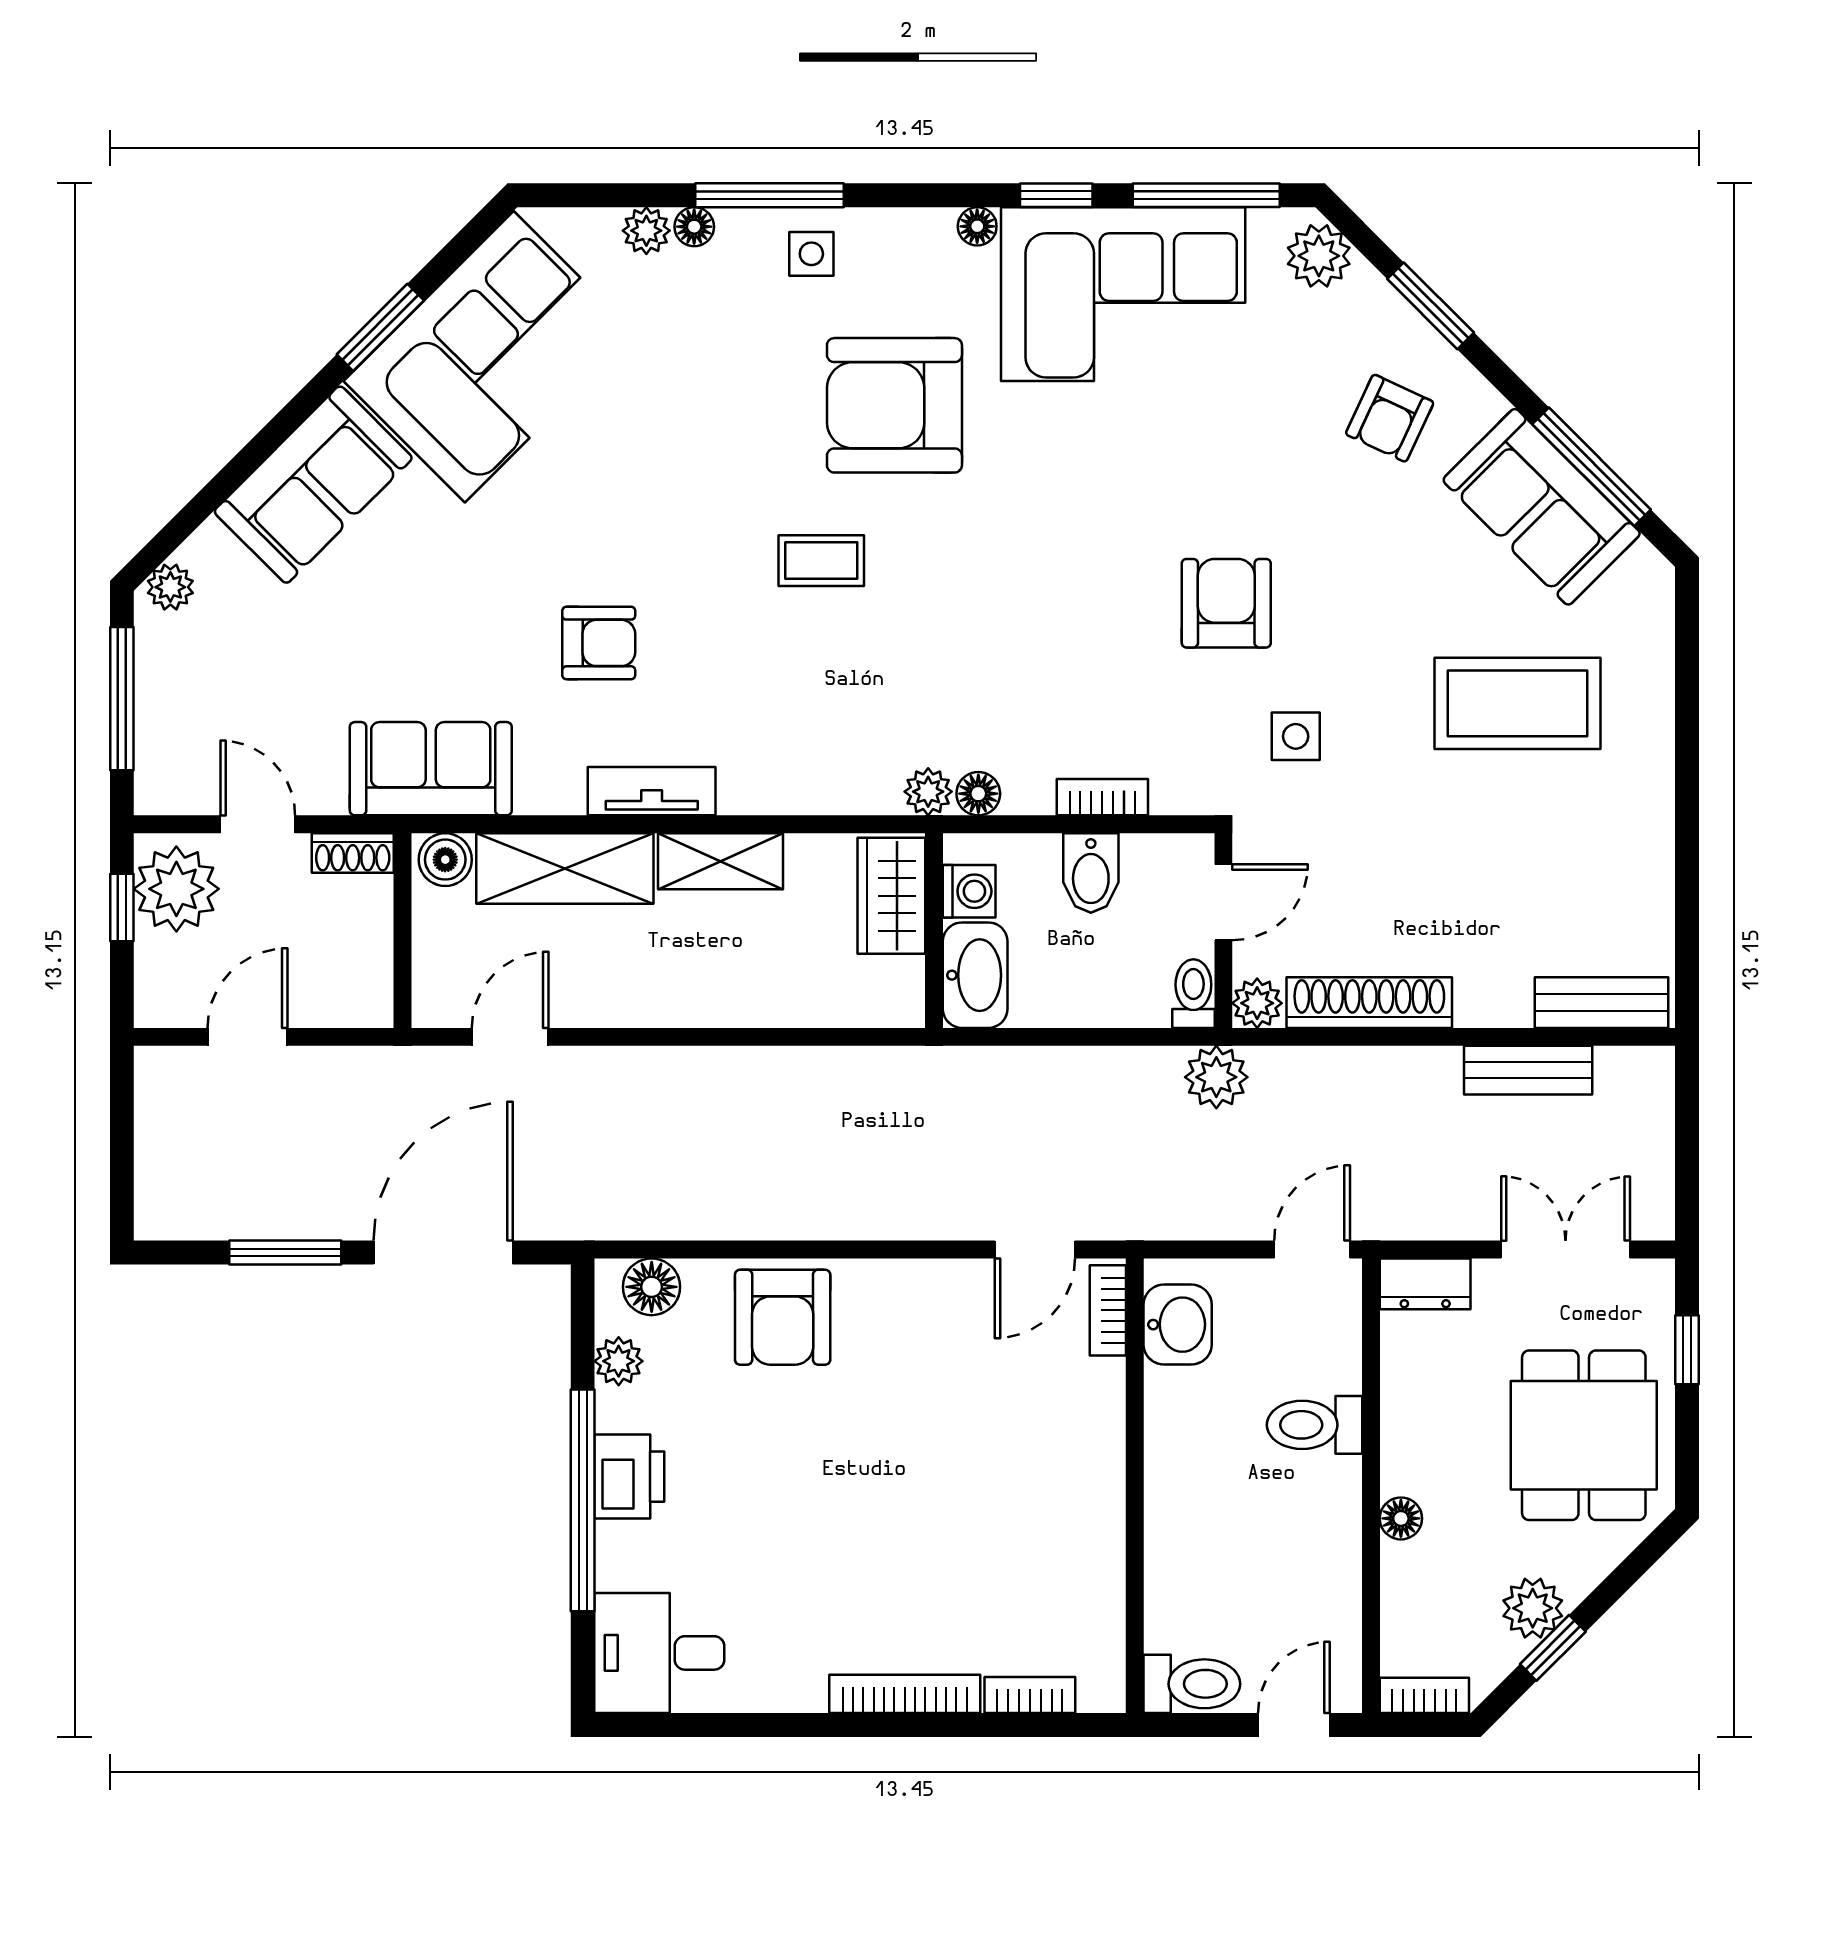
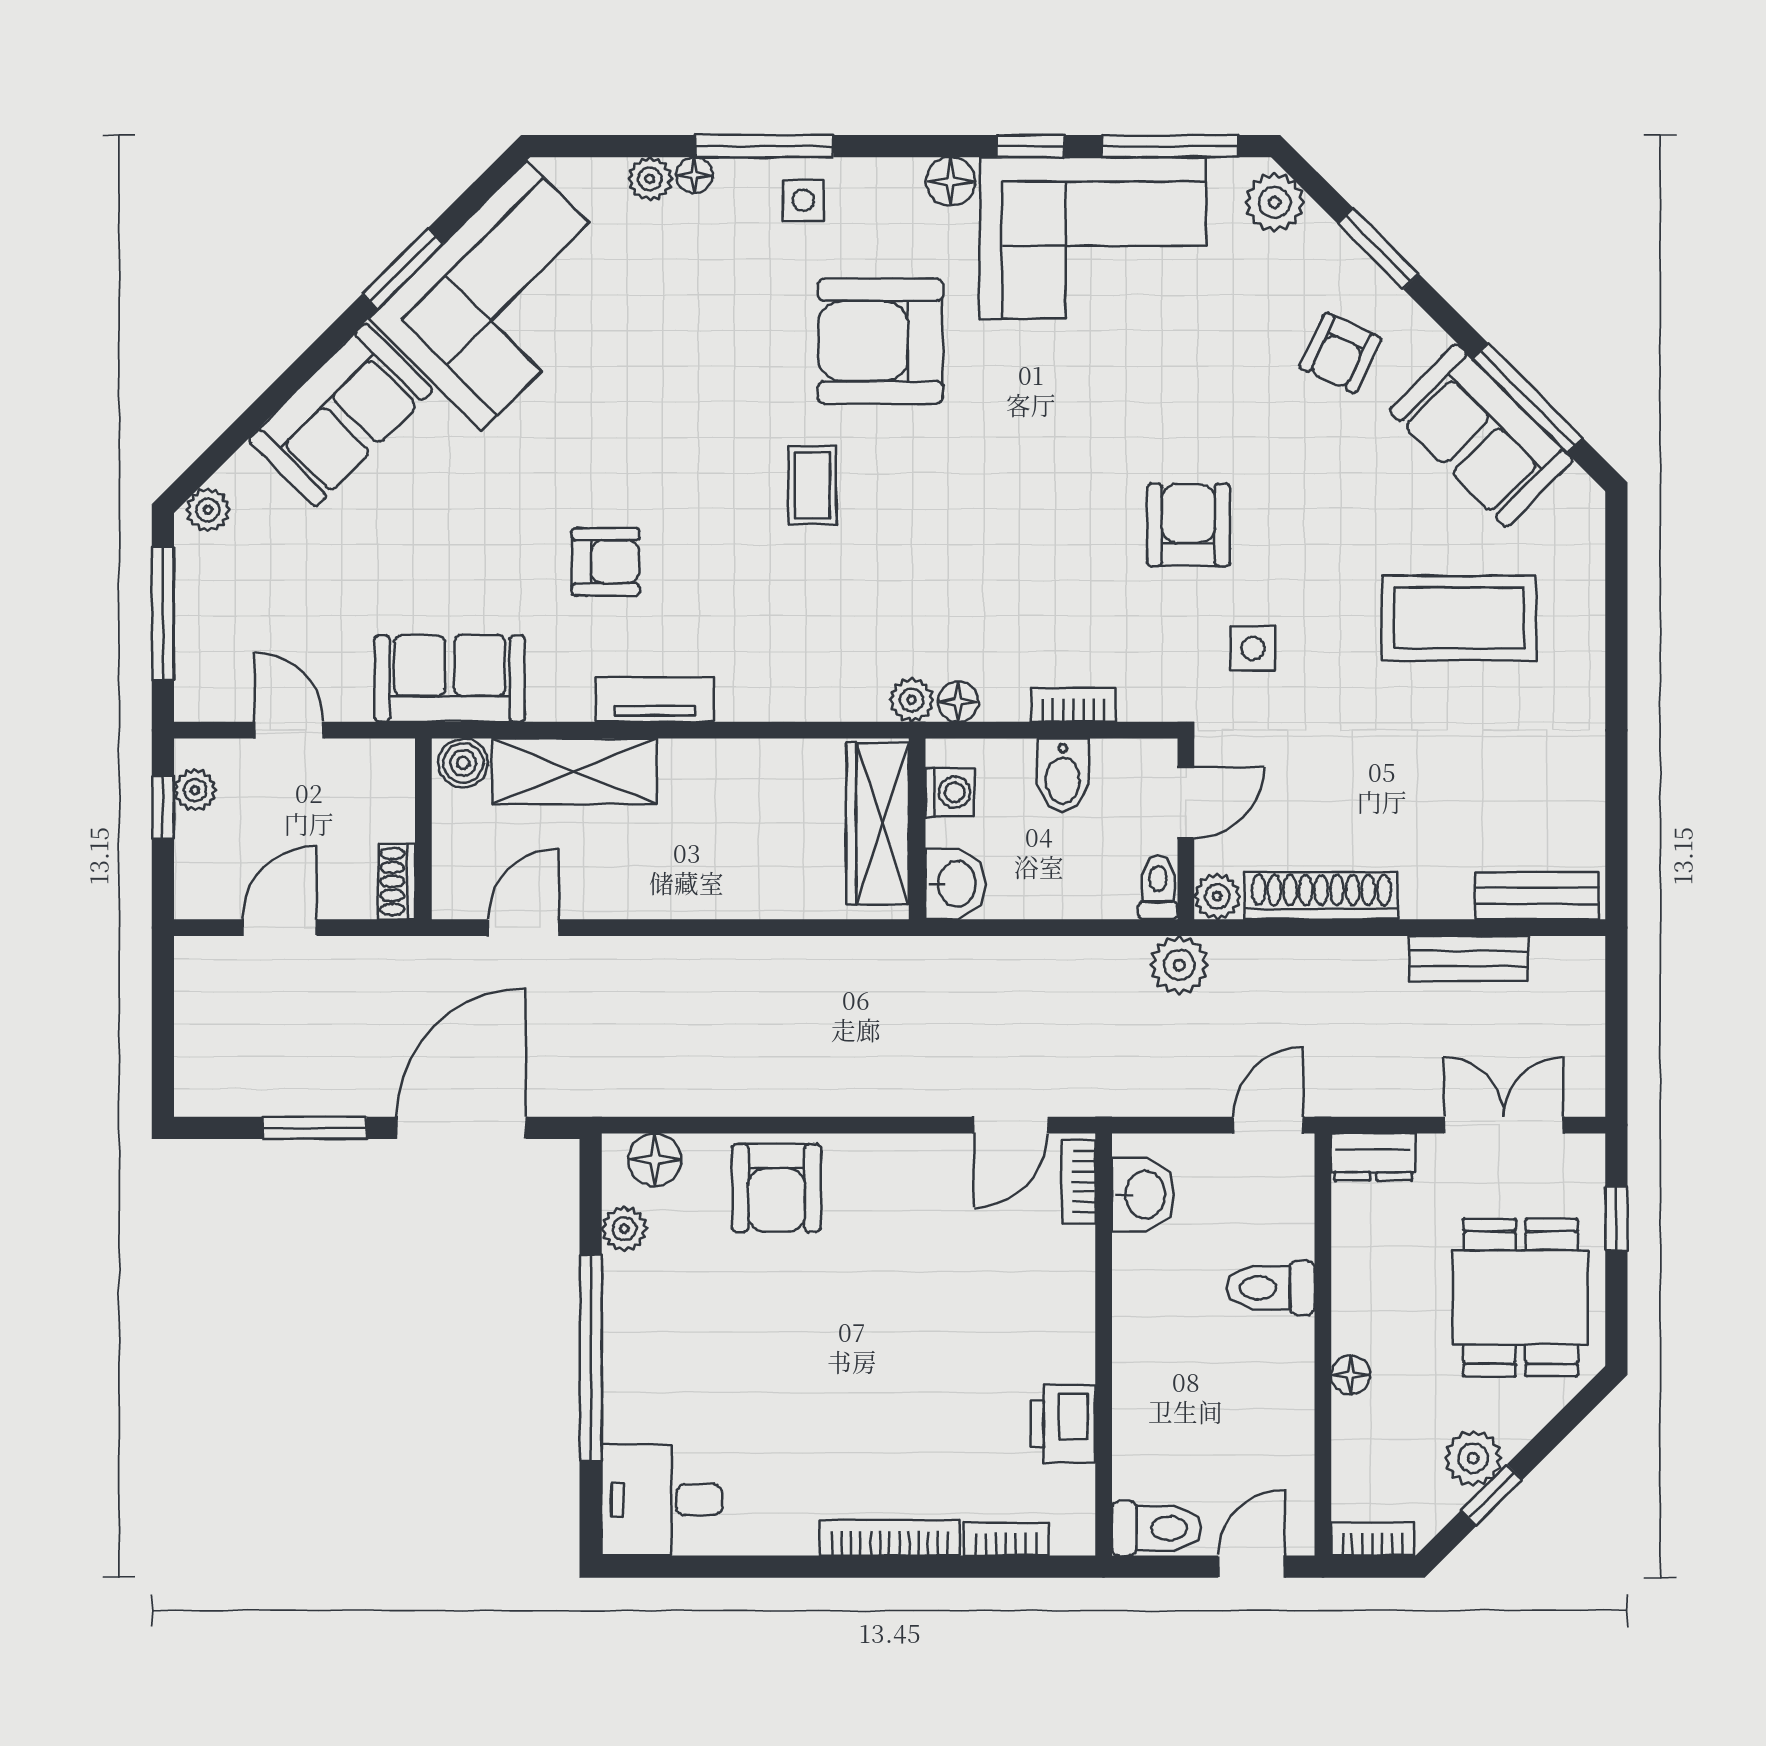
floor lamp: (977, 226) -> (951, 182), width x1.37, depth x1.37
coffee table: (821, 561) -> (812, 485), turned 90
shoe rack: (353, 853) -> (397, 881), moved, turned 90
shelving: (720, 861) -> (719, 764), removed
plant: (176, 889) -> (195, 790), width x0.53, depth x0.53
wardrobe: (891, 896) -> (878, 824), width x1.50
washbasin: (975, 975) -> (955, 884), width x0.72
printer: (629, 1477) -> (1063, 1424), moved, turned 180

